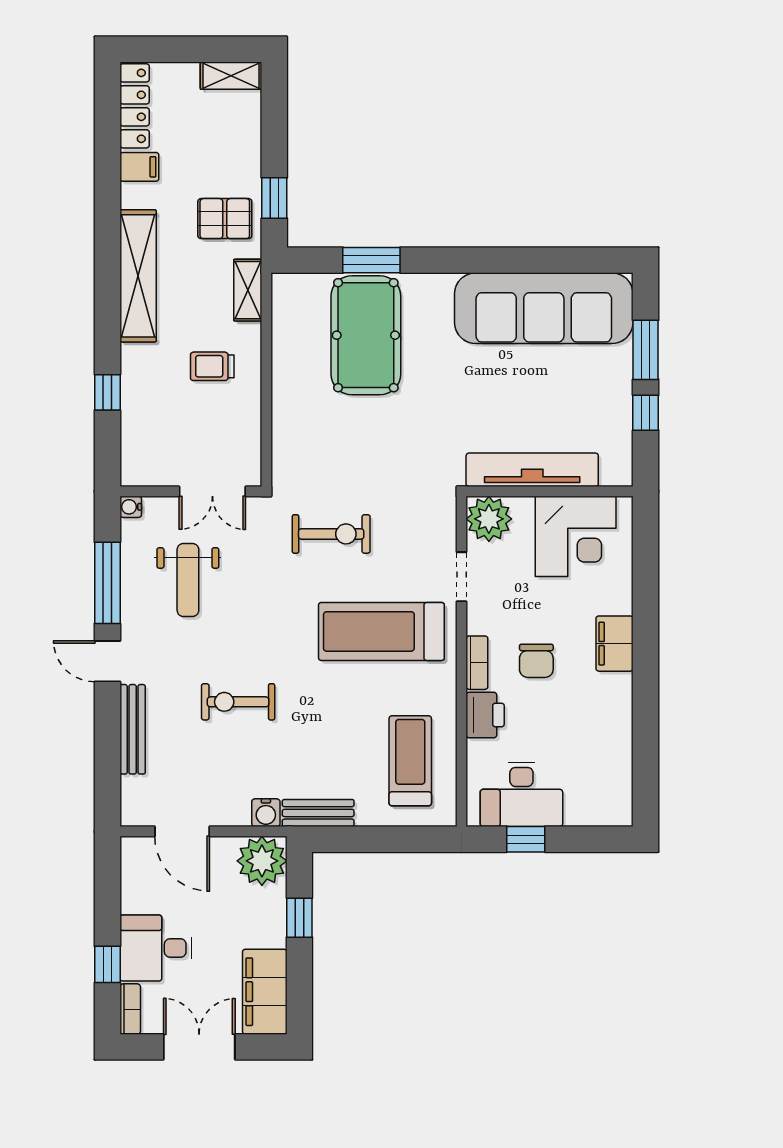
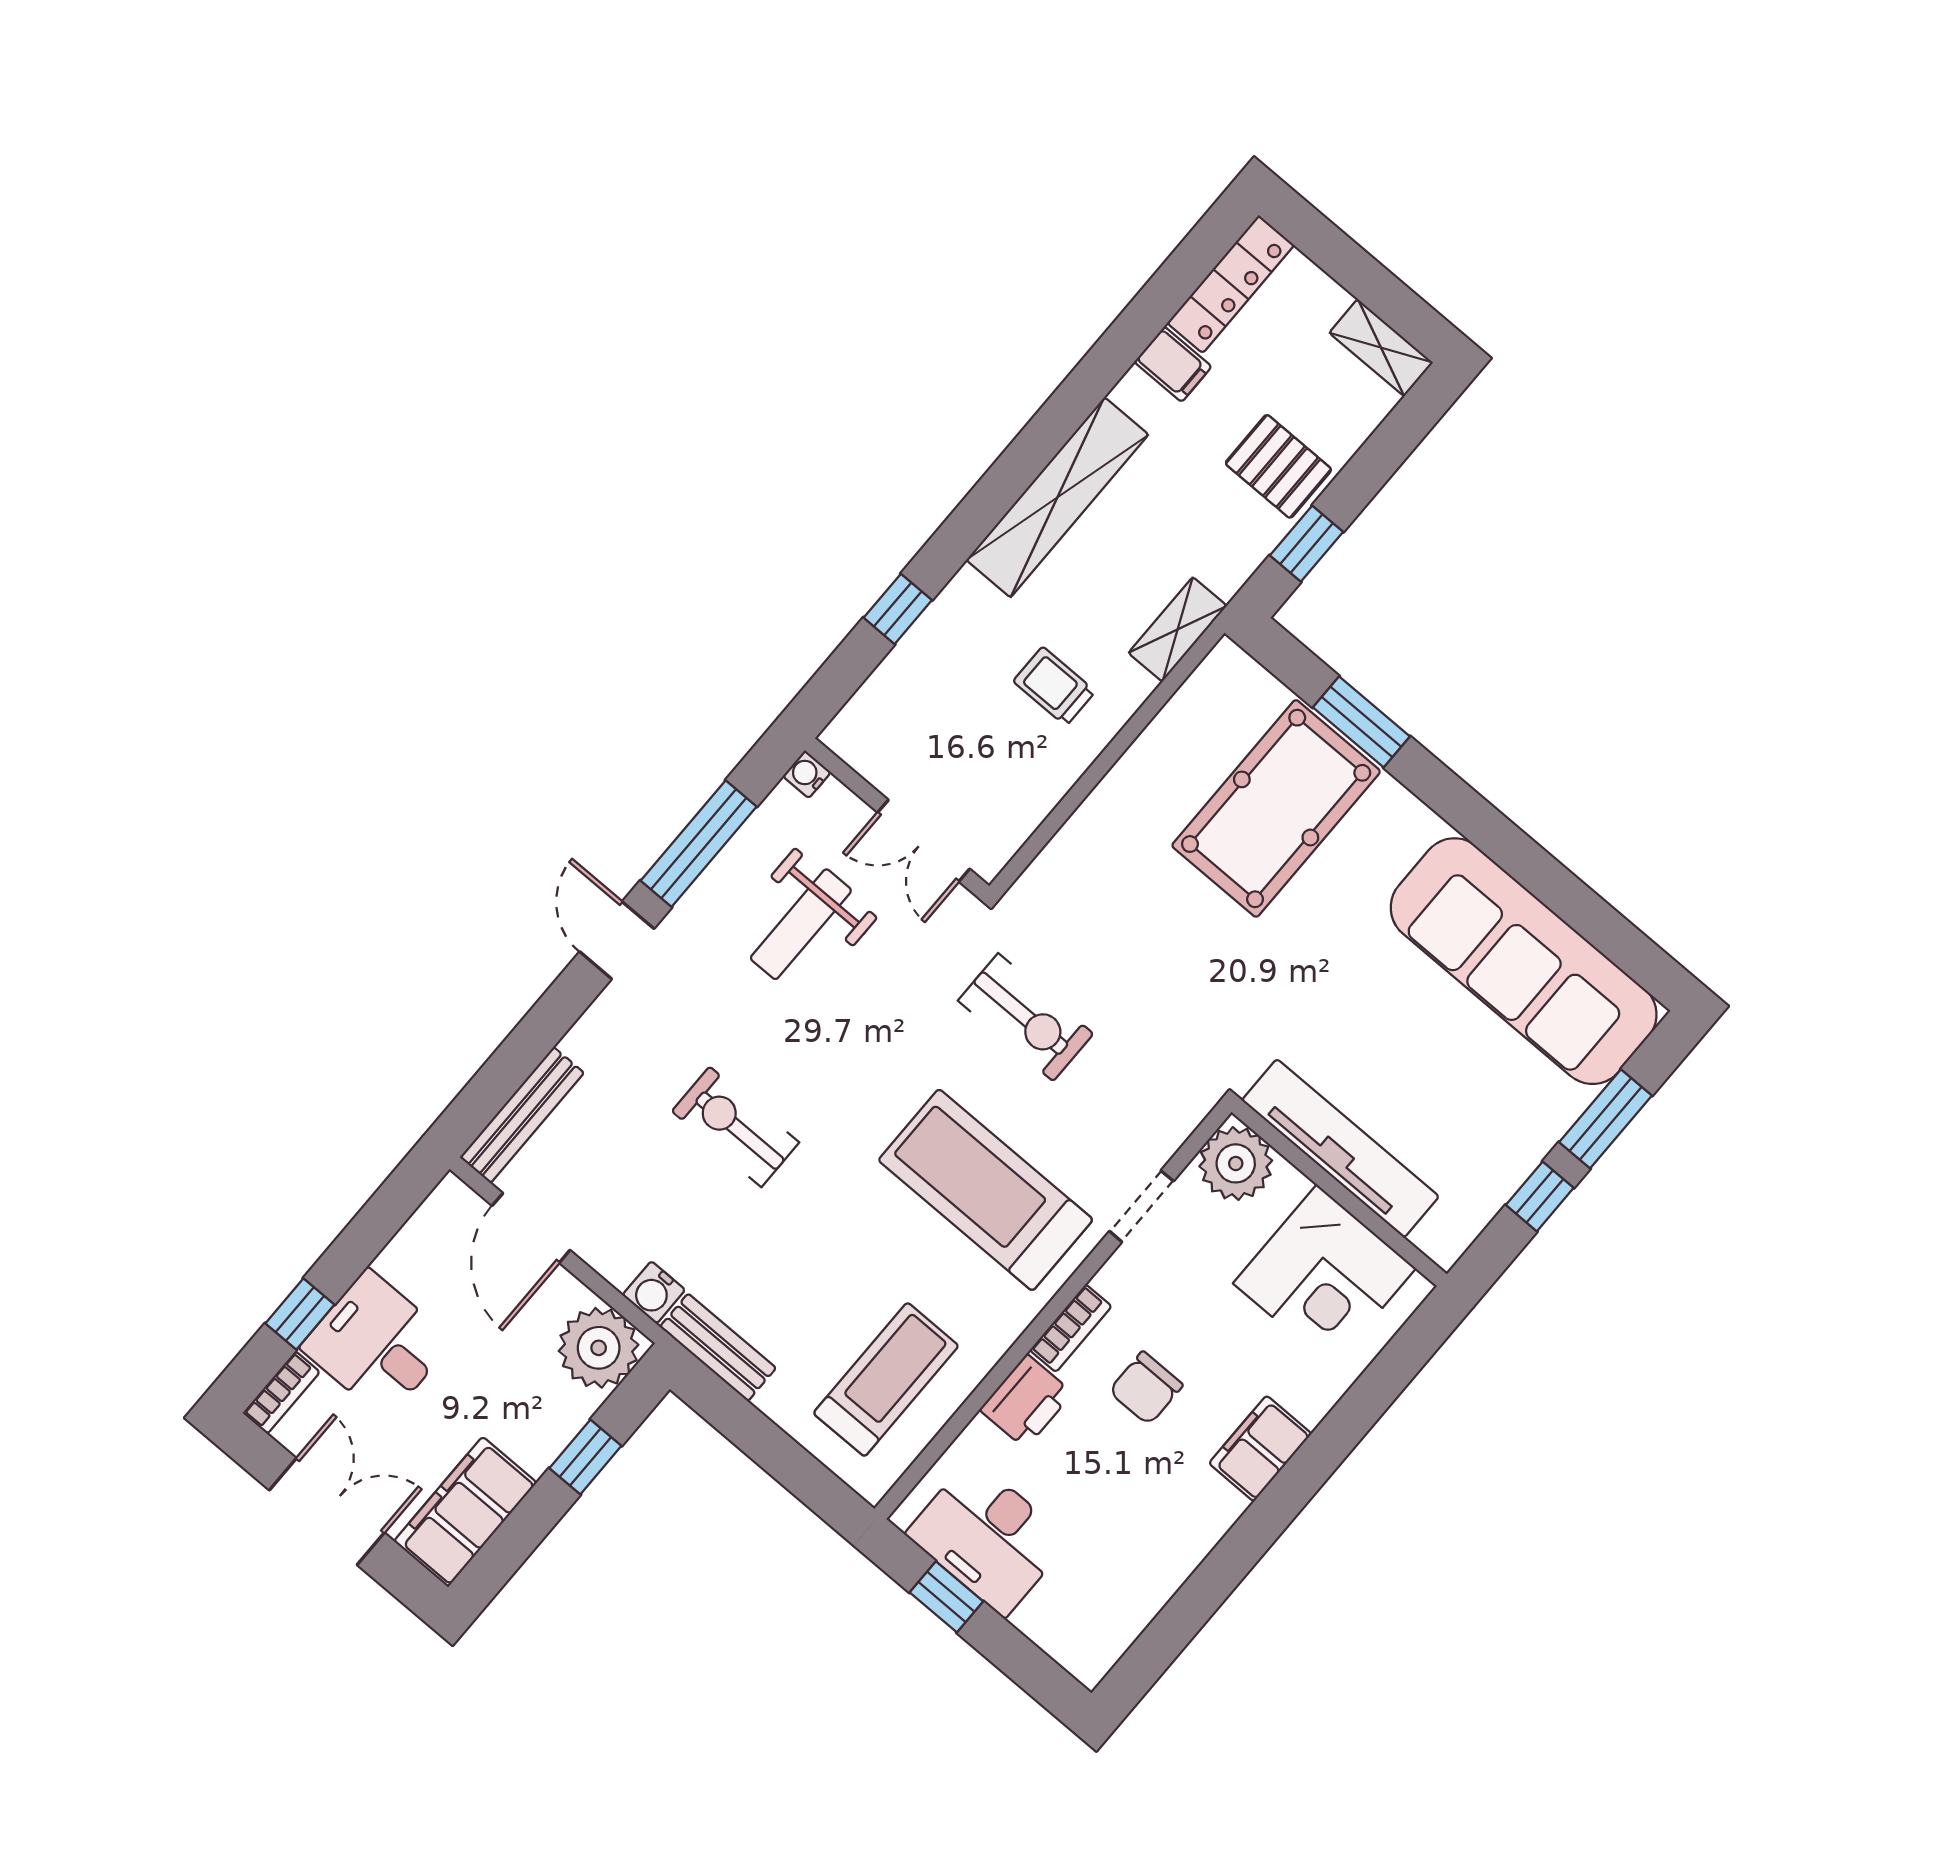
pallet: (225, 219) -> (1278, 466), moved
bench: (133, 729) -> (522, 1115), moved

